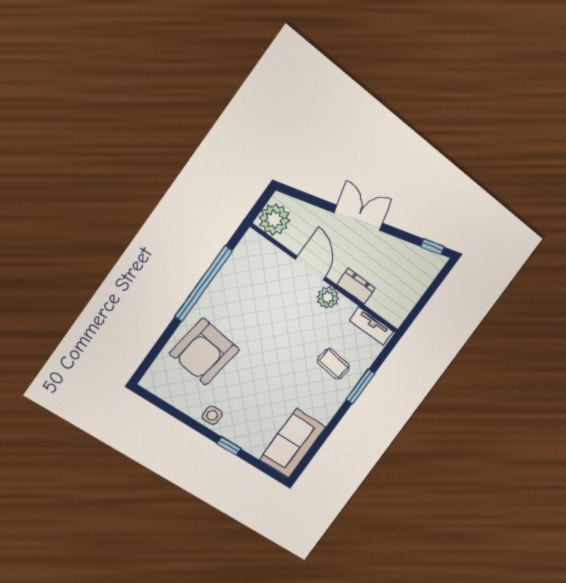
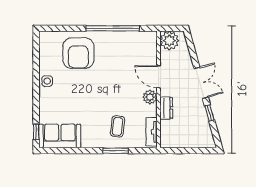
window: (432, 247) -> (210, 113), moved
door: (310, 268) -> (158, 77), swing flipped
armchair: (204, 352) -> (78, 53), turned -98
window: (229, 446) -> (36, 132), moved

